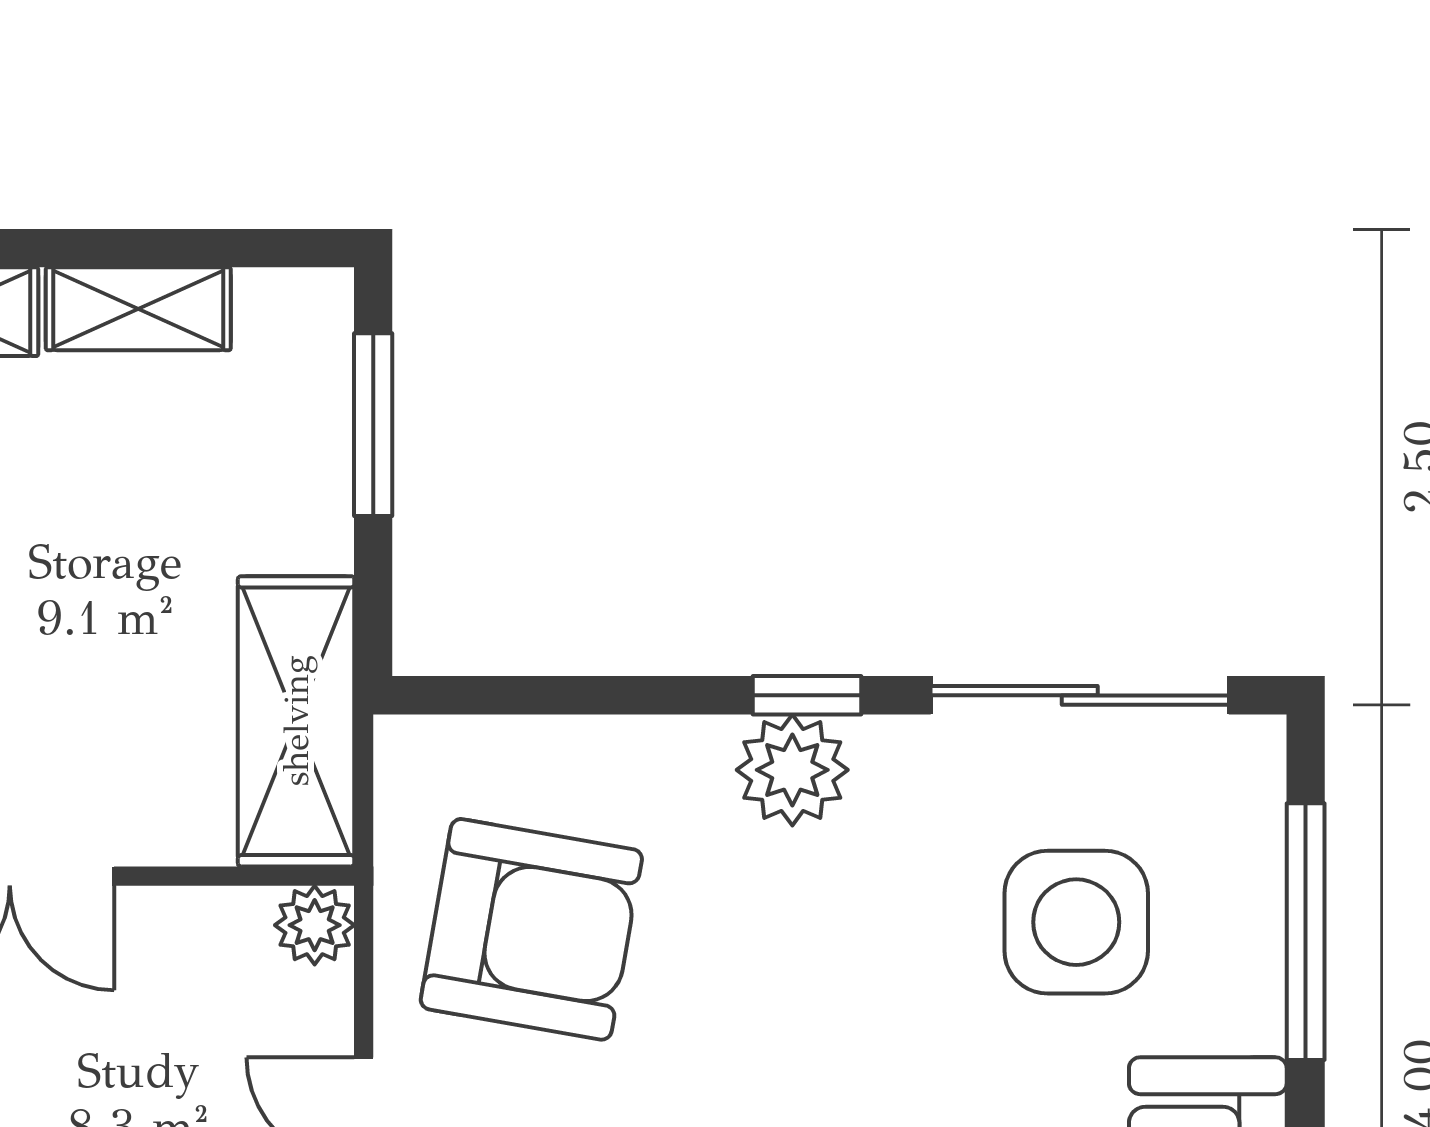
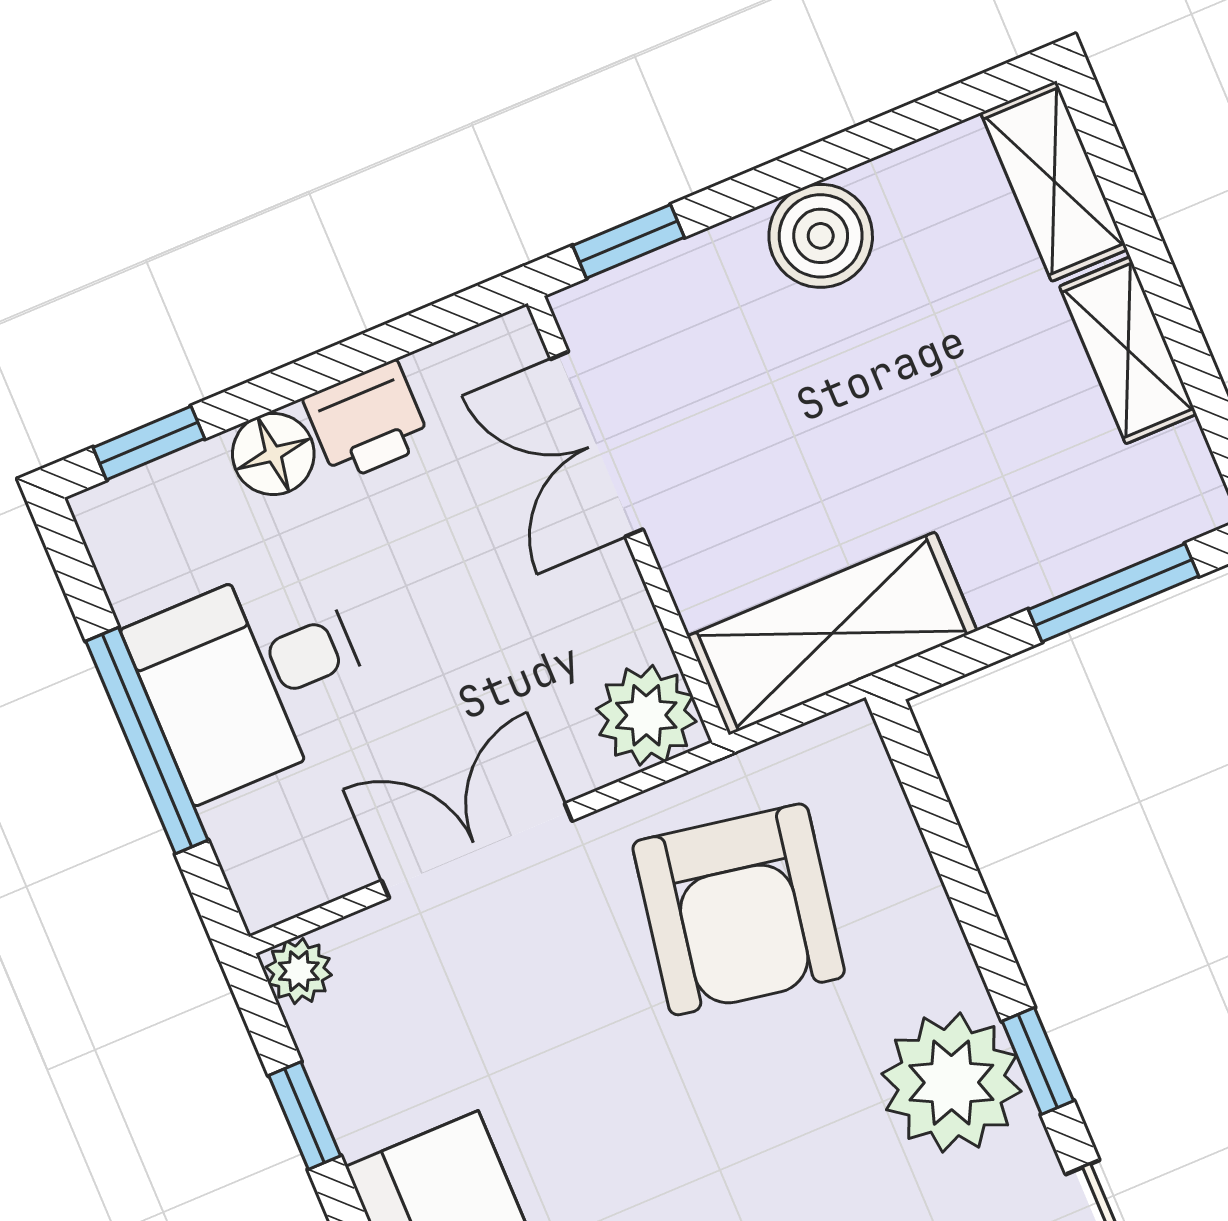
plant: (792, 770) -> (951, 1083), width x1.36, depth x1.36
plant: (315, 925) -> (646, 715), width x1.38, depth x1.38

